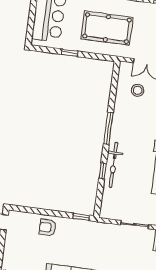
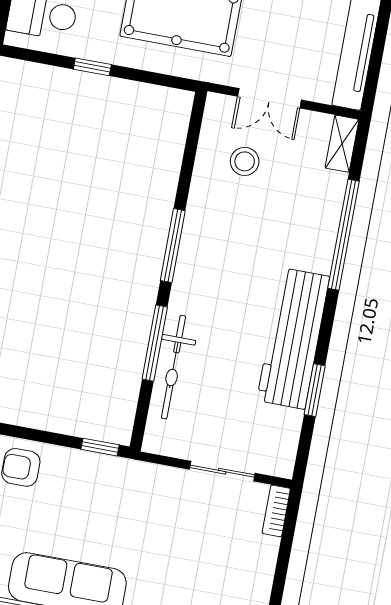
bicycle: (113, 165) -> (173, 367), moved
window: (103, 171) -> (155, 343), width x2.17

